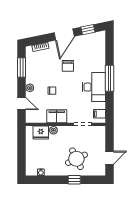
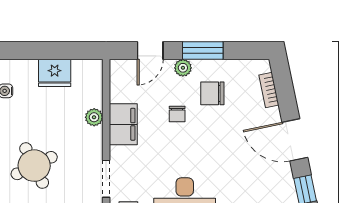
chair: (68, 66) -> (212, 93), moved
window: (22, 67) -> (203, 50), moved
fridge: (41, 133) -> (55, 73), moved, turned -90

